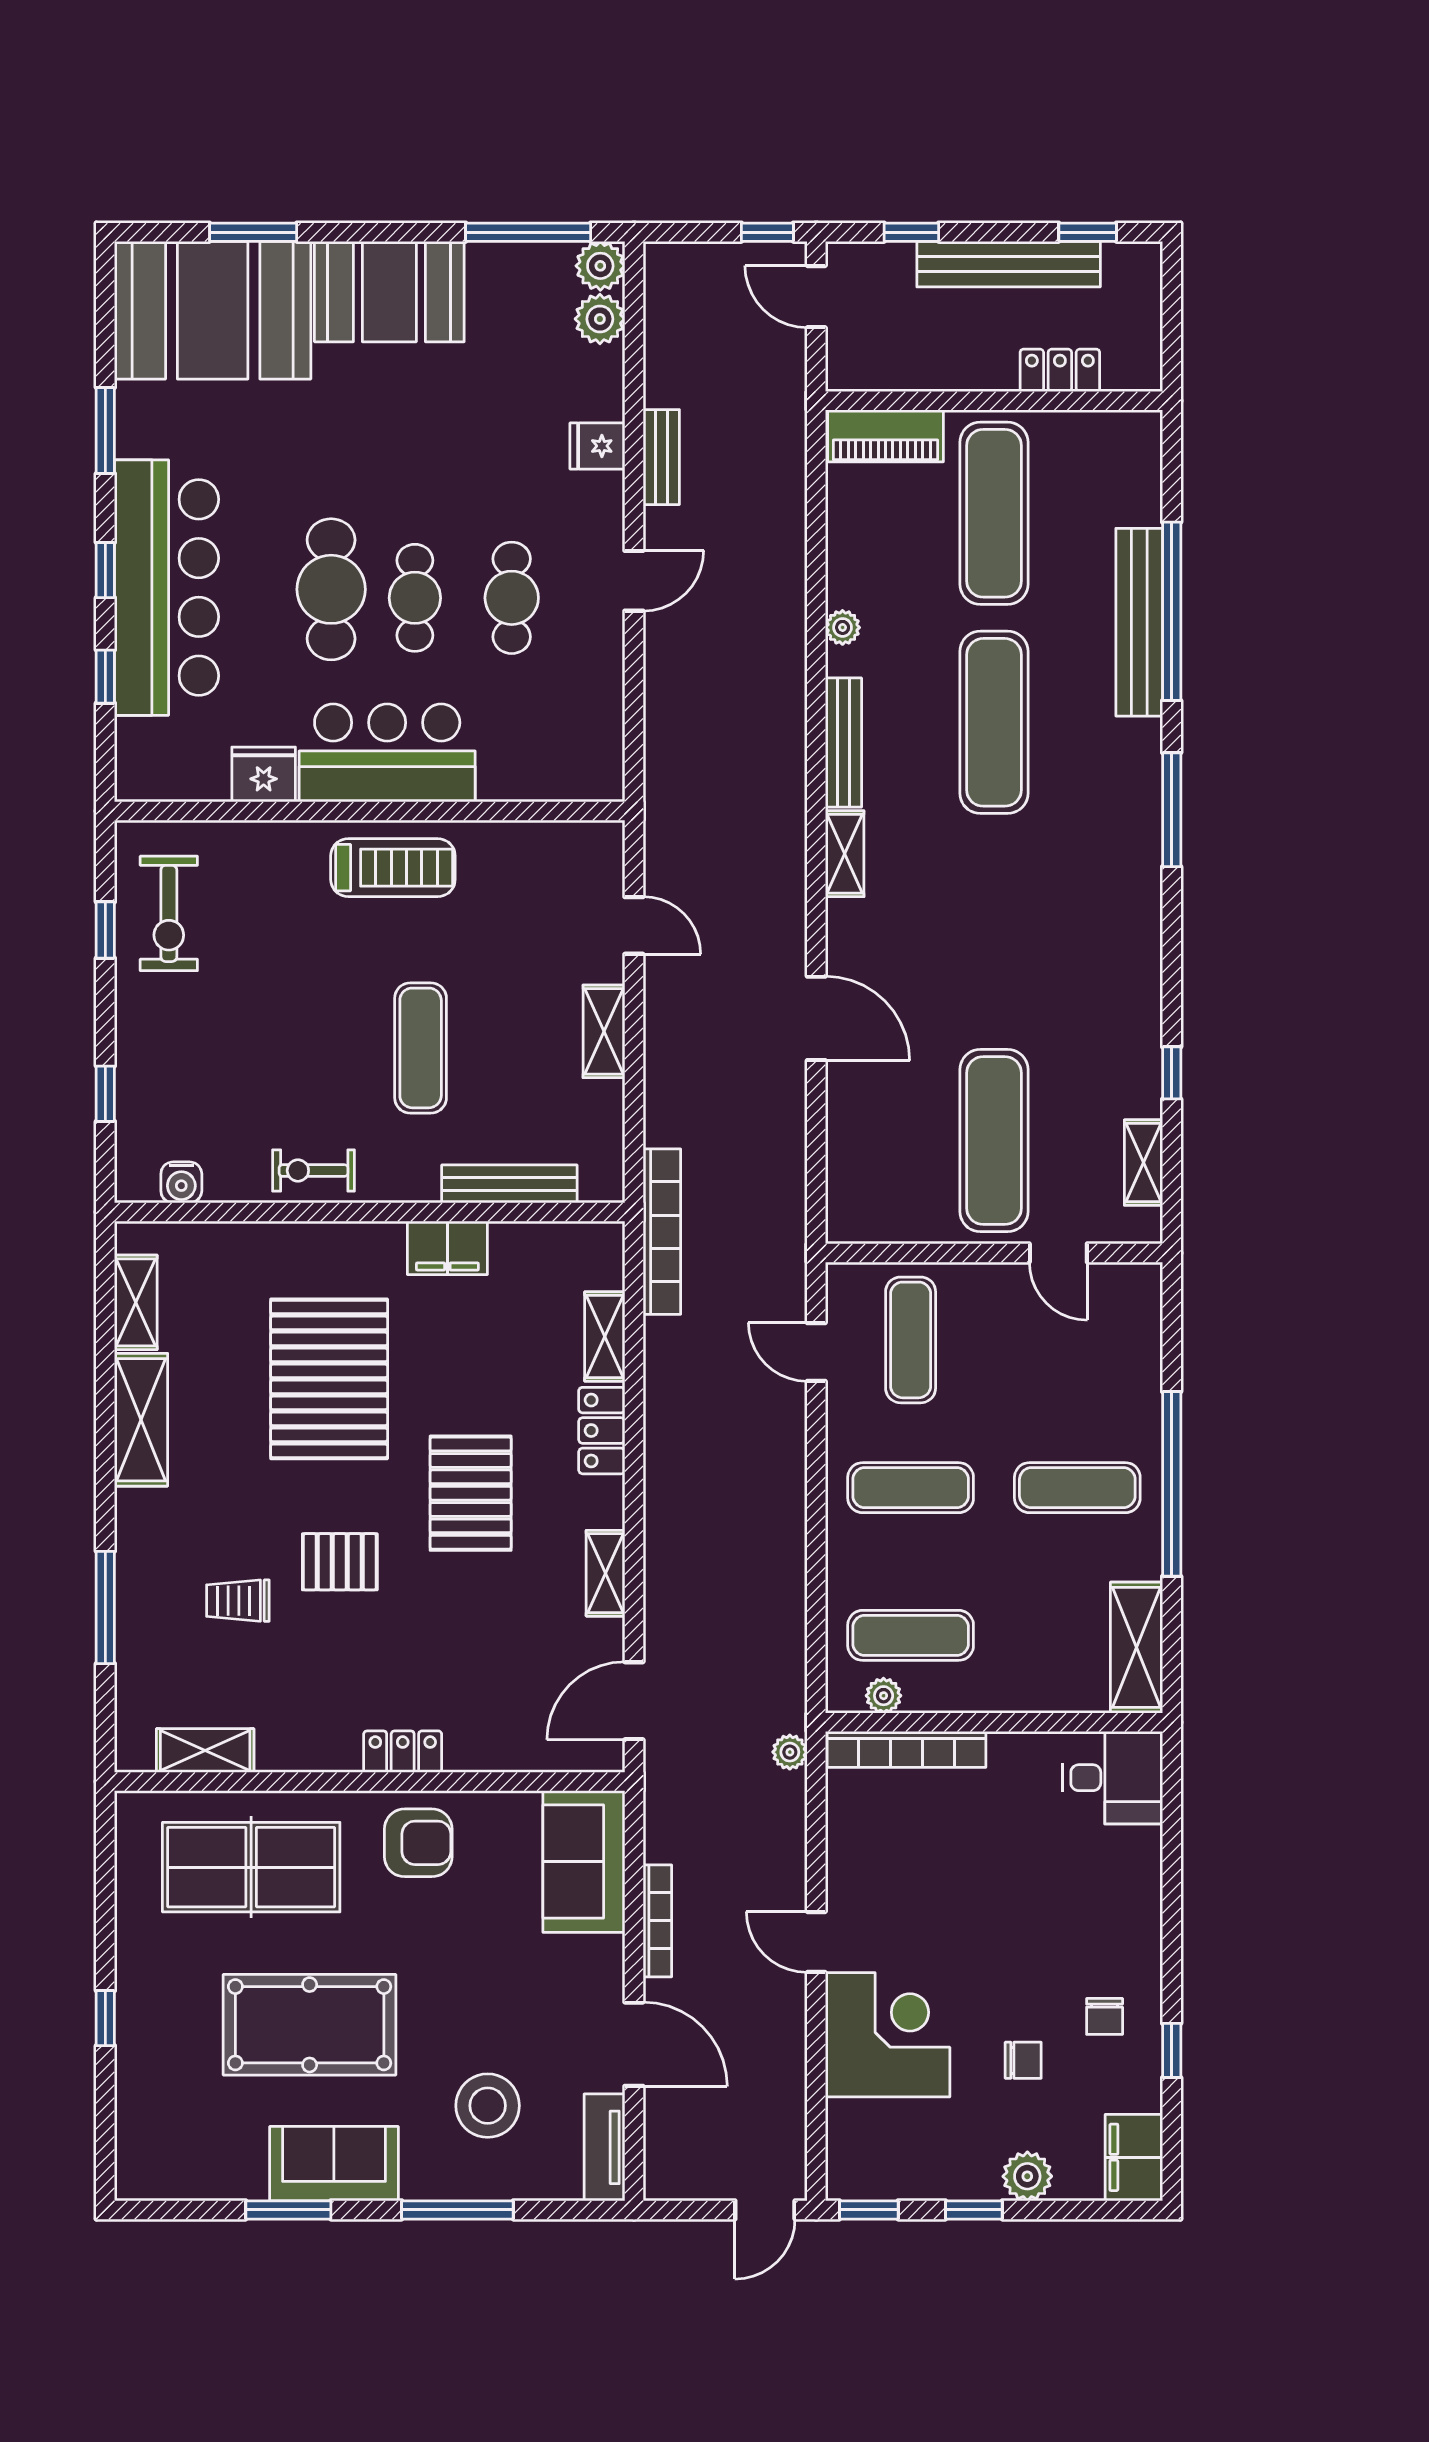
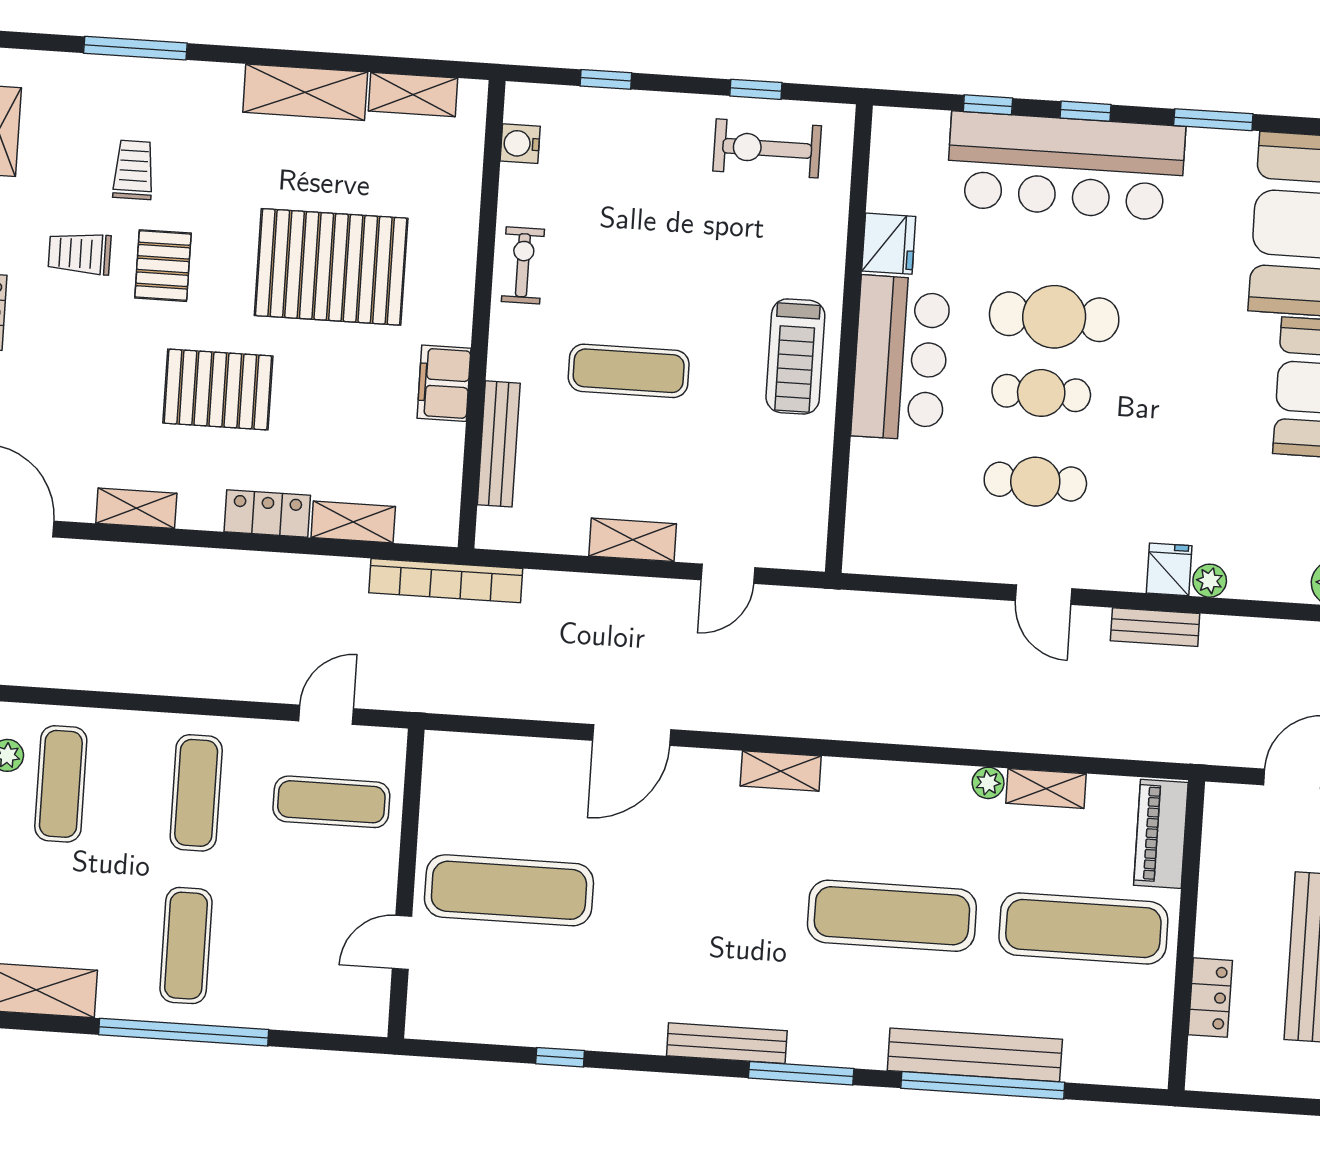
plant: (600, 319) -> (1210, 581), moved, width x0.73, depth x0.73
bench: (843, 743) -> (727, 1043), moved
shelving: (1143, 1163) -> (1046, 789), moved
trolley: (333, 1653) -> (80, 253), added

